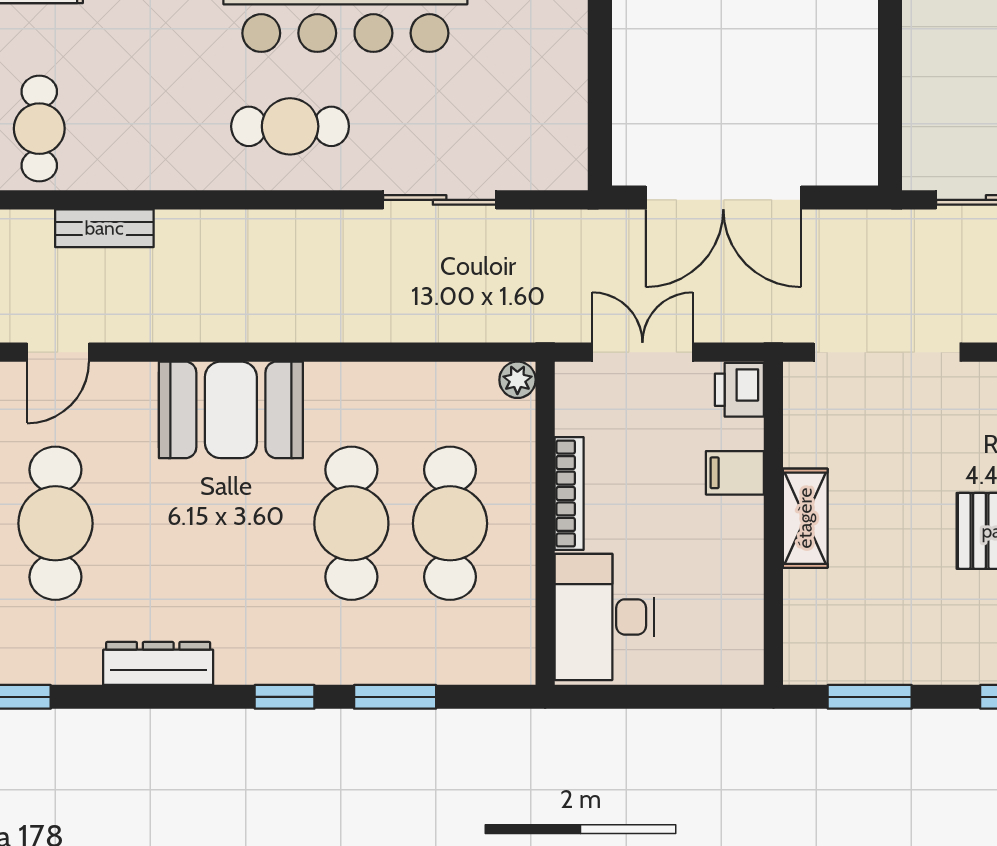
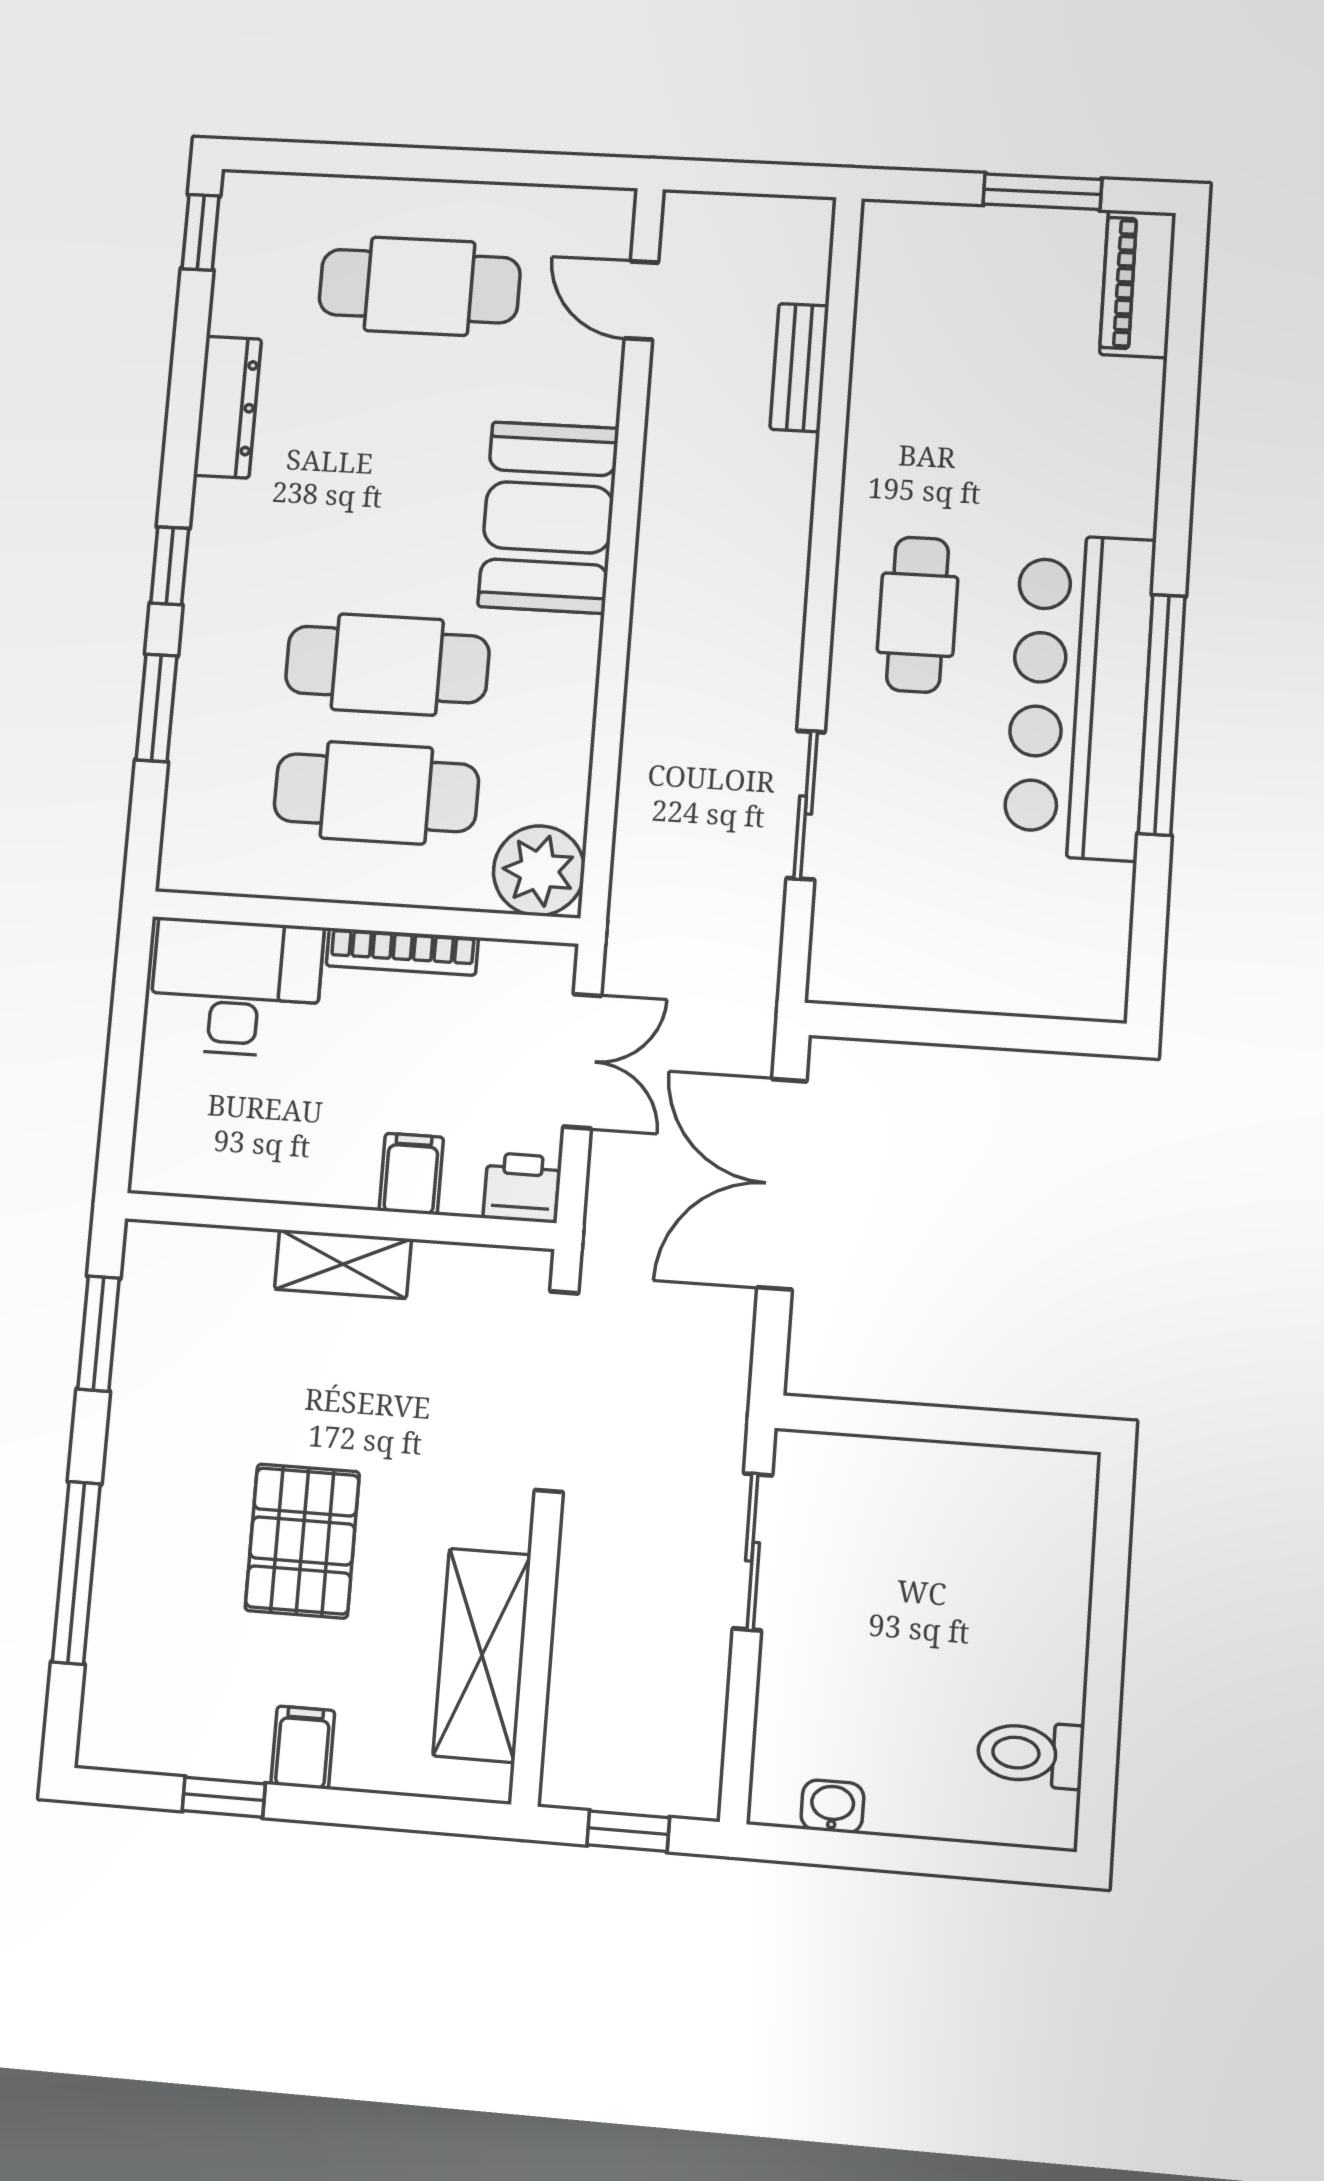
cafe table: (39, 129) -> (937, 291), removed
plant: (517, 380) -> (539, 871), width x1.88, depth x1.88

